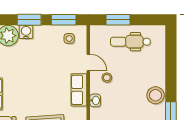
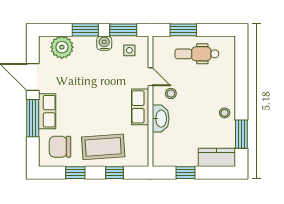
water cooler: (26, 32) -> (104, 43), moved
stool: (156, 95) -> (225, 113), width x0.53, depth x0.53
washbasin: (95, 100) -> (161, 119), width x1.91, depth x1.45

